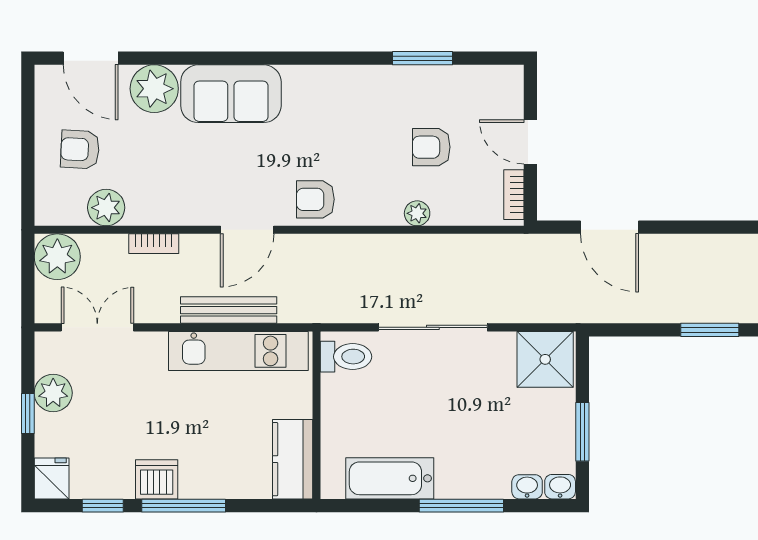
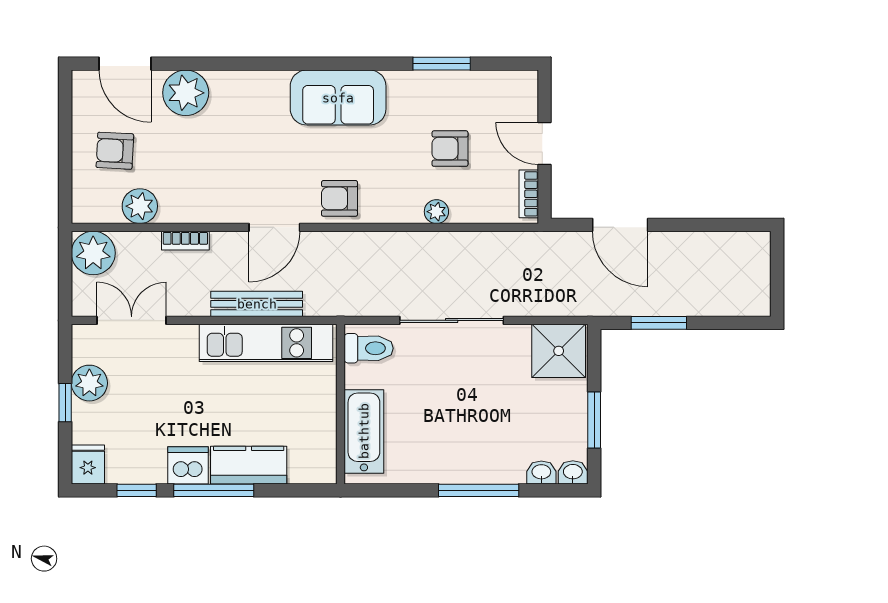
sofa: (231, 94) -> (338, 98), moved
window: (710, 330) -> (659, 323), moved
kitchen counter: (293, 459) -> (249, 465), moved, turned 90
bathtub: (390, 478) -> (364, 431), moved, turned 90

